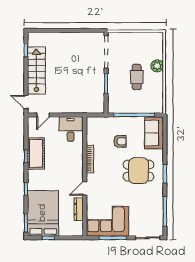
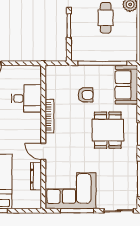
desk: (71, 129) -> (26, 98), moved, turned 90
dining table: (139, 171) -> (108, 130), turned 90
door: (85, 188) -> (43, 151), hinge flipped

